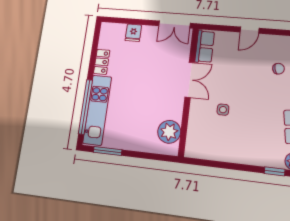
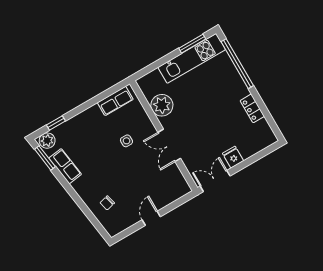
fridge: (133, 33) -> (233, 157), moved
row of seats: (205, 47) -> (115, 101), moved, turned -90
kitchen unit: (97, 110) -> (192, 58), moved, turned -90
plant: (169, 132) -> (162, 105), moved

